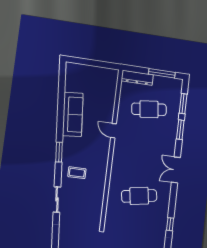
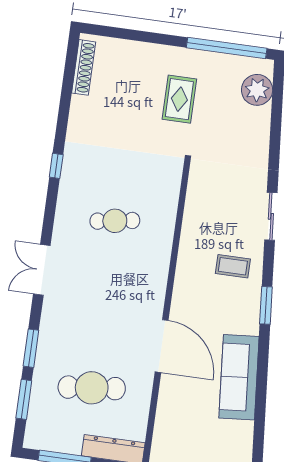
door: (113, 131) -> (162, 346), width x1.88
double door: (176, 170) -> (42, 270), swing flipped
cafe table: (139, 196) -> (115, 221), width x0.73, depth x0.74

